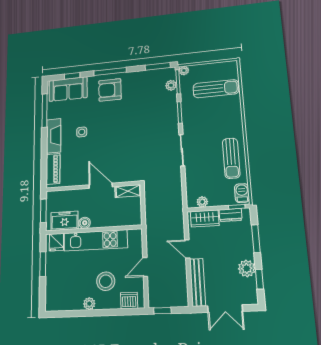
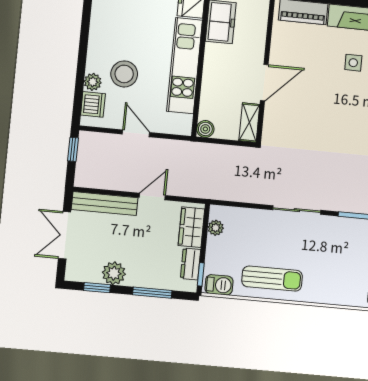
sun lounger: (231, 158) -> (272, 279), turned 180
boiler: (85, 223) -> (205, 129), moved
plant: (89, 304) -> (93, 82), moved

